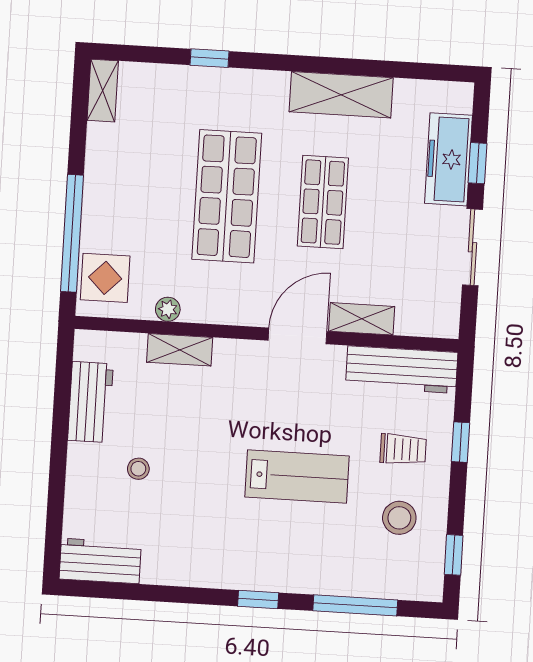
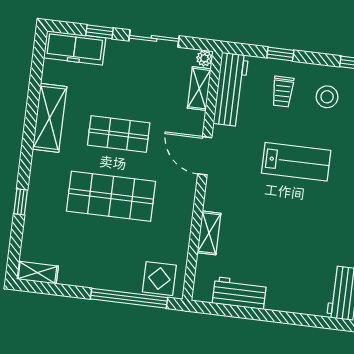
freezer: (449, 159) -> (75, 48), moved
plant: (168, 309) -> (204, 58), moved
shelving: (362, 319) -> (199, 89), moved
trolley: (403, 449) -> (283, 92), turned 180
stool: (138, 469) -> (285, 265), removed
lab bench: (297, 476) -> (296, 162), turned 90

